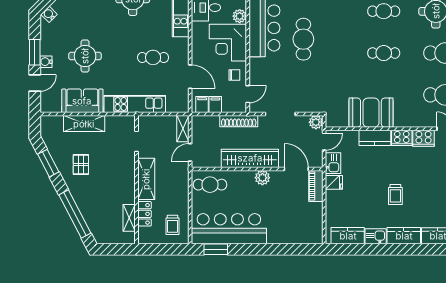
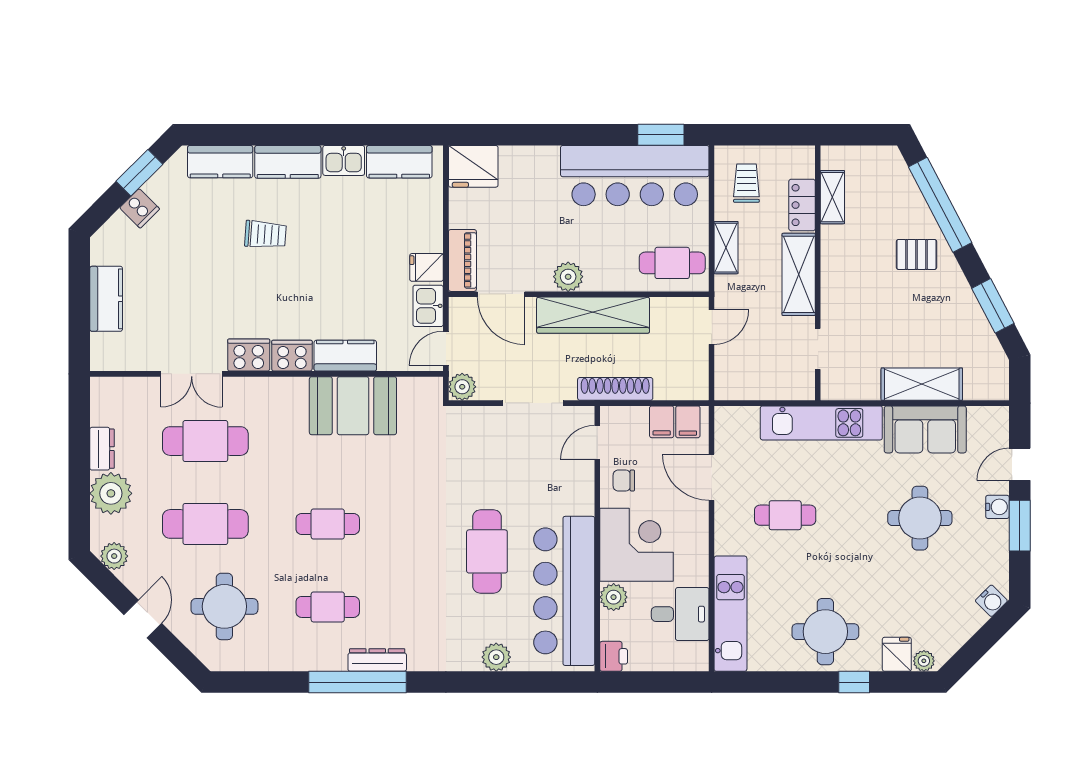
shelving: (183, 129) -> (726, 248), moved
pallet: (81, 165) -> (916, 254), moved, turned 90
trolley: (395, 195) -> (265, 235), moved, turned 94
fridge: (310, 233) -> (473, 166), added

